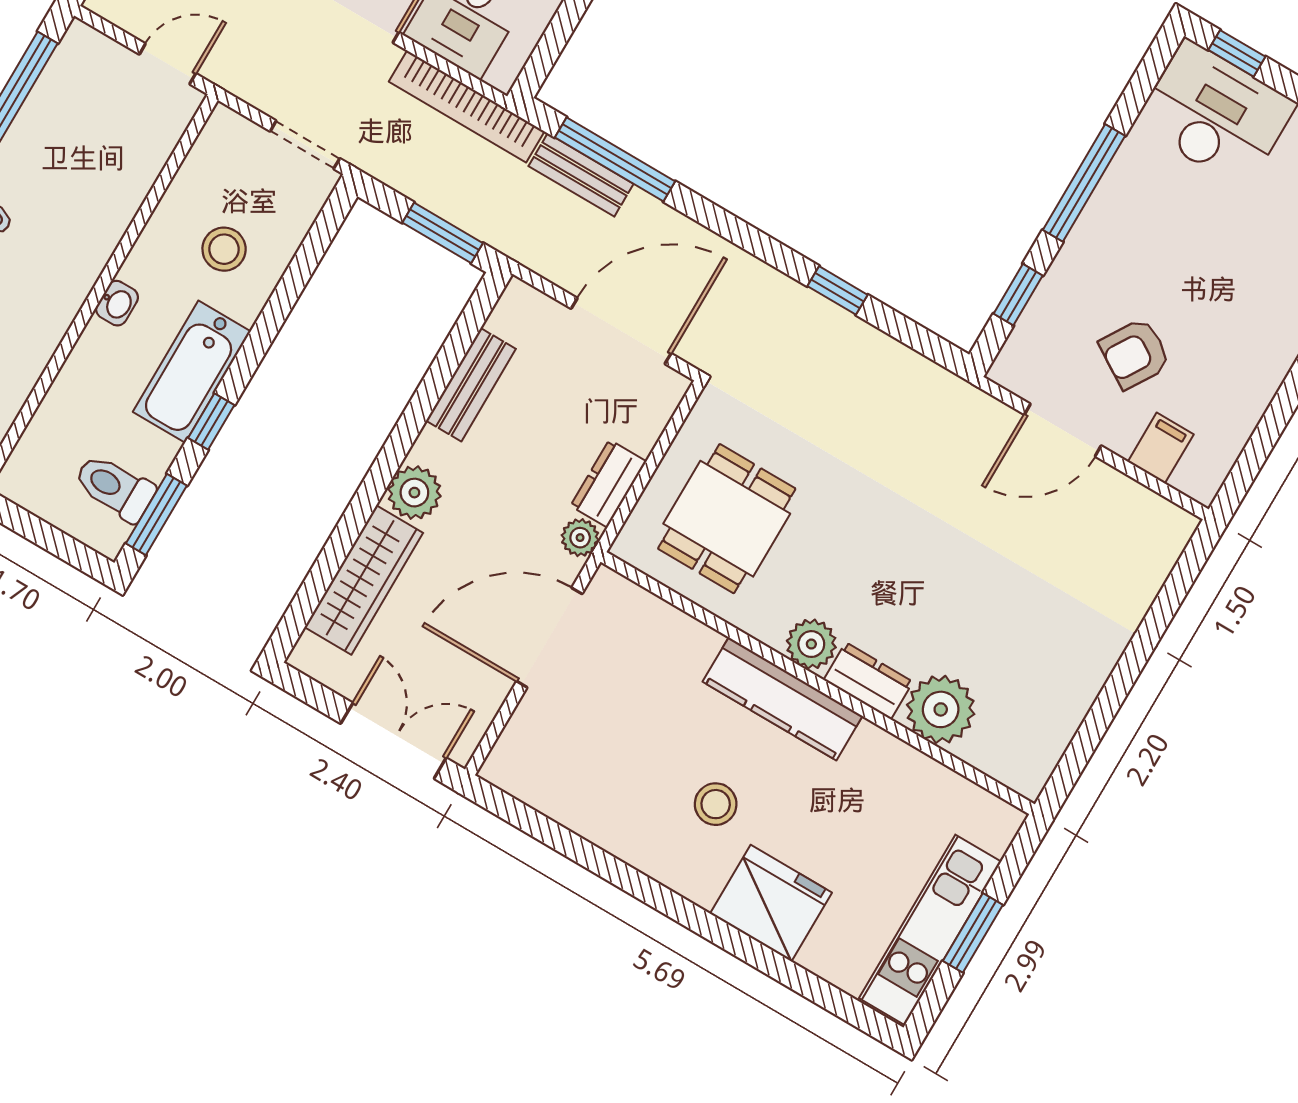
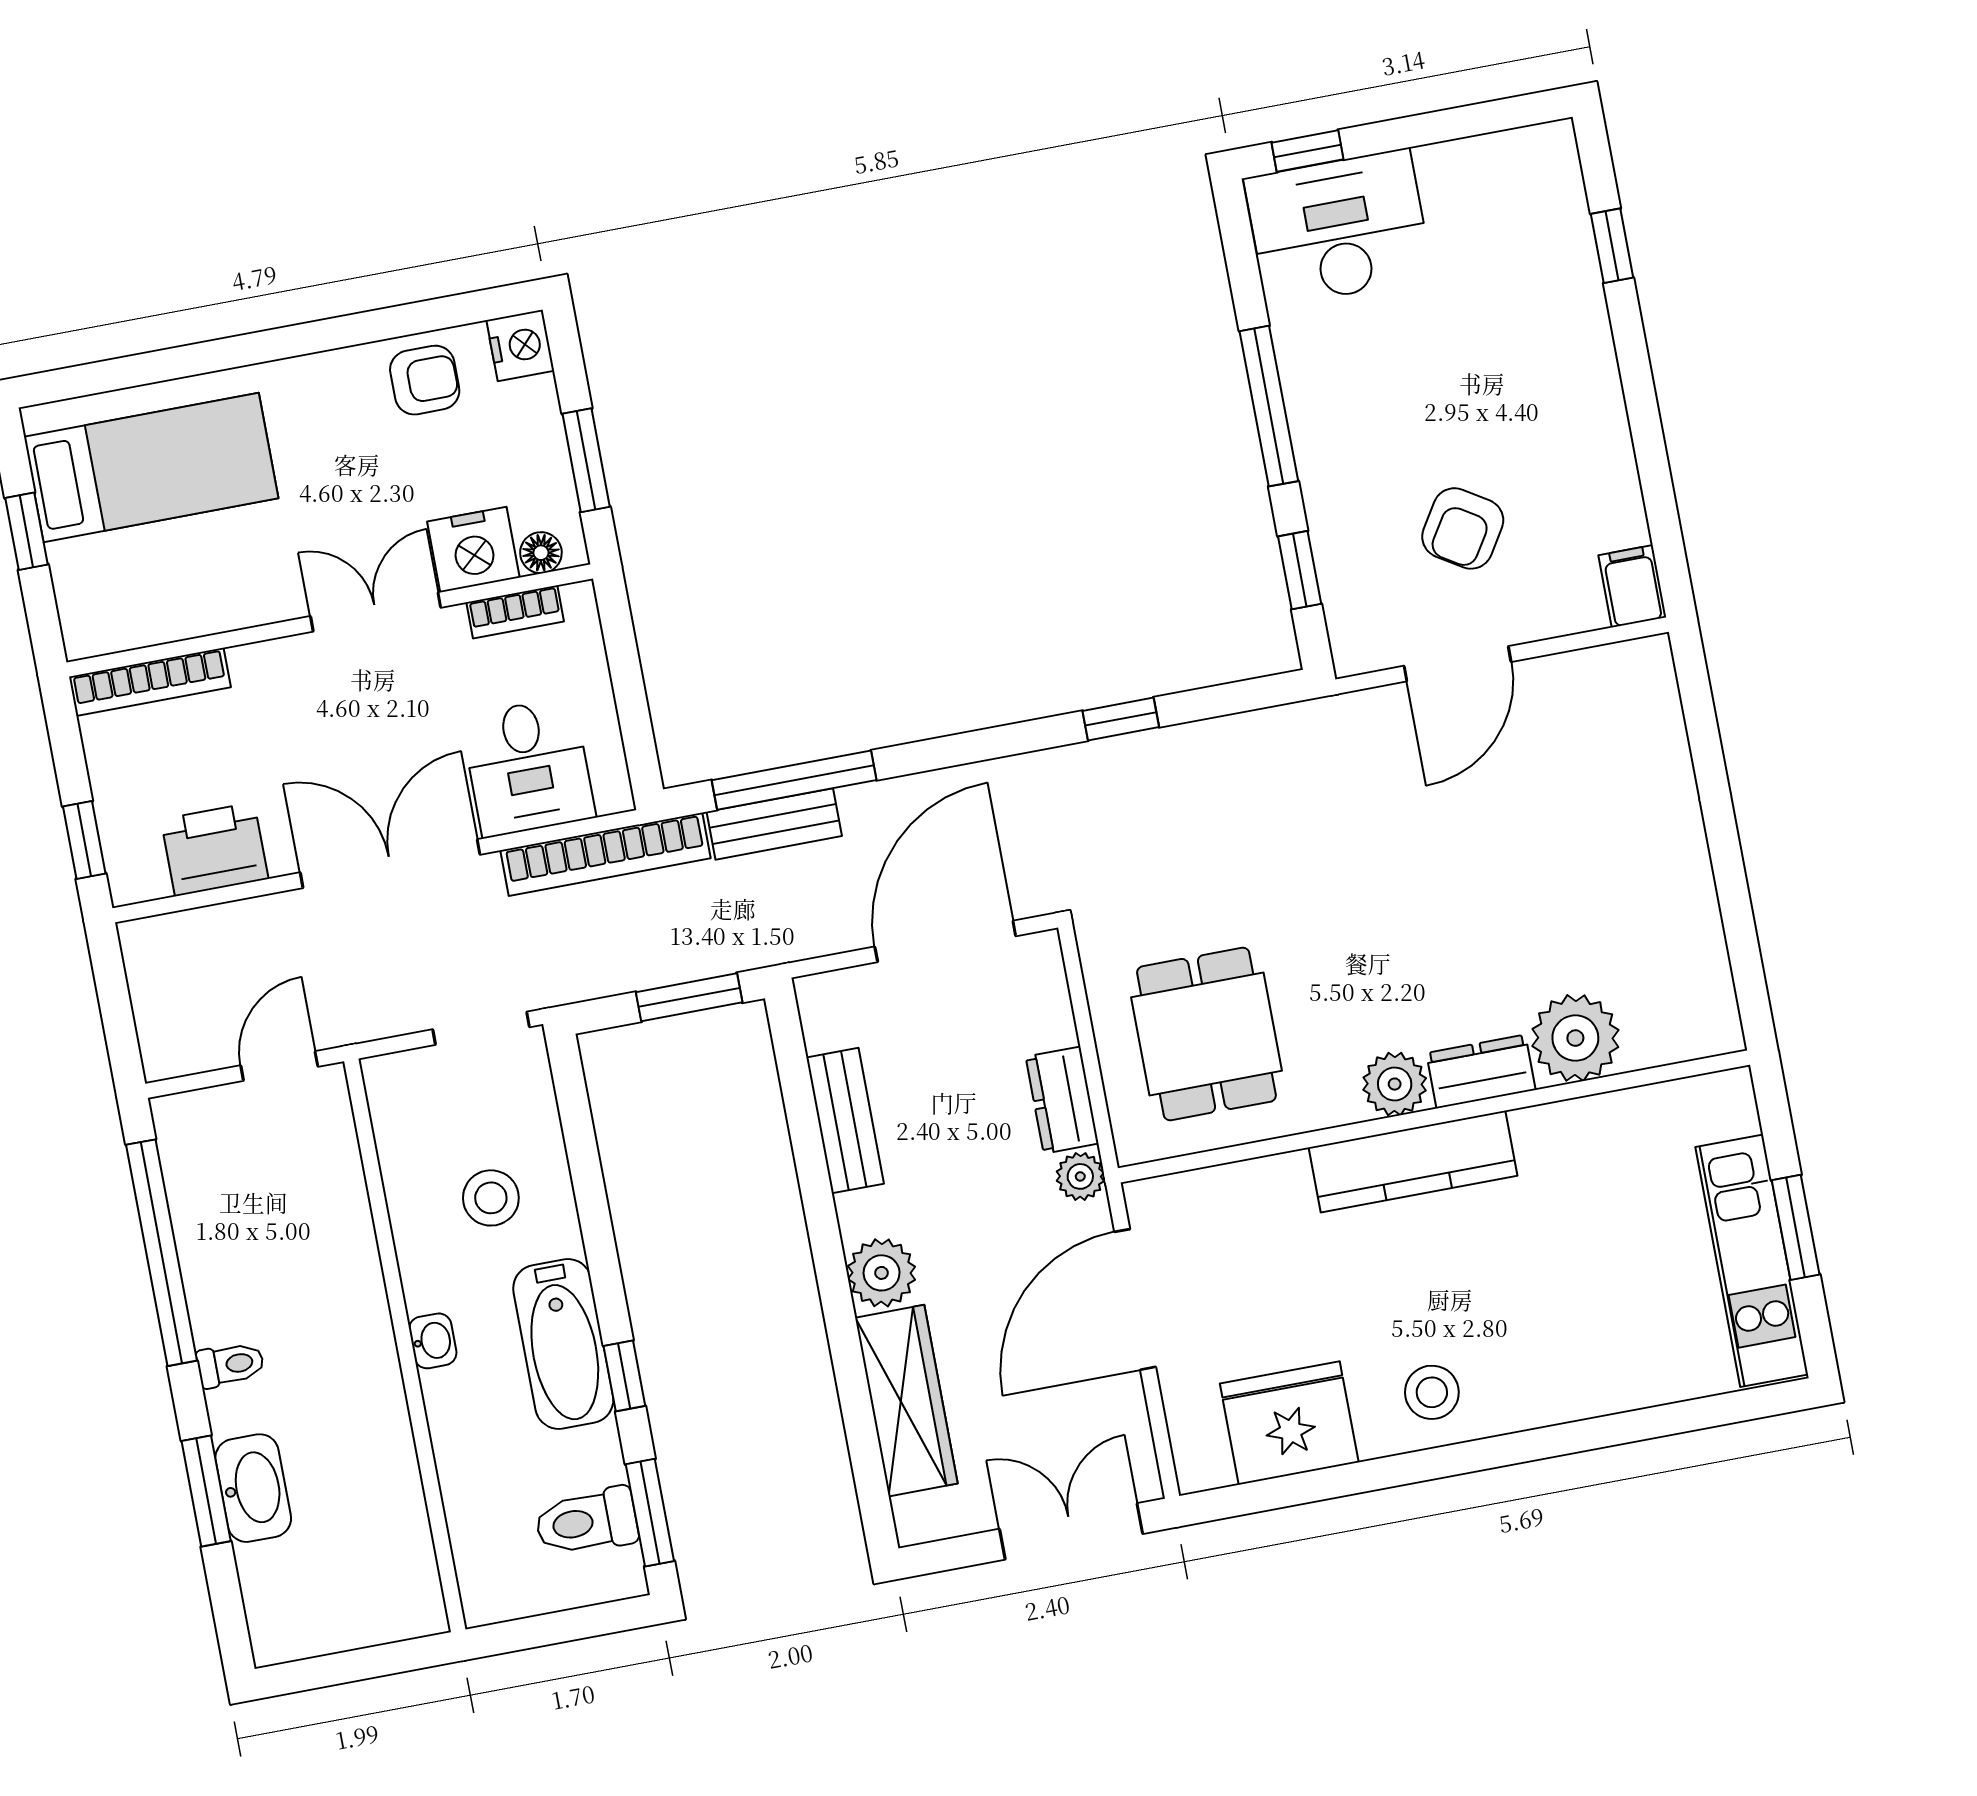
filing cabinet: (1161, 448) -> (1632, 586), moved
stool: (716, 804) -> (1432, 1392), moved
fridge: (771, 903) -> (1289, 1423), moved

